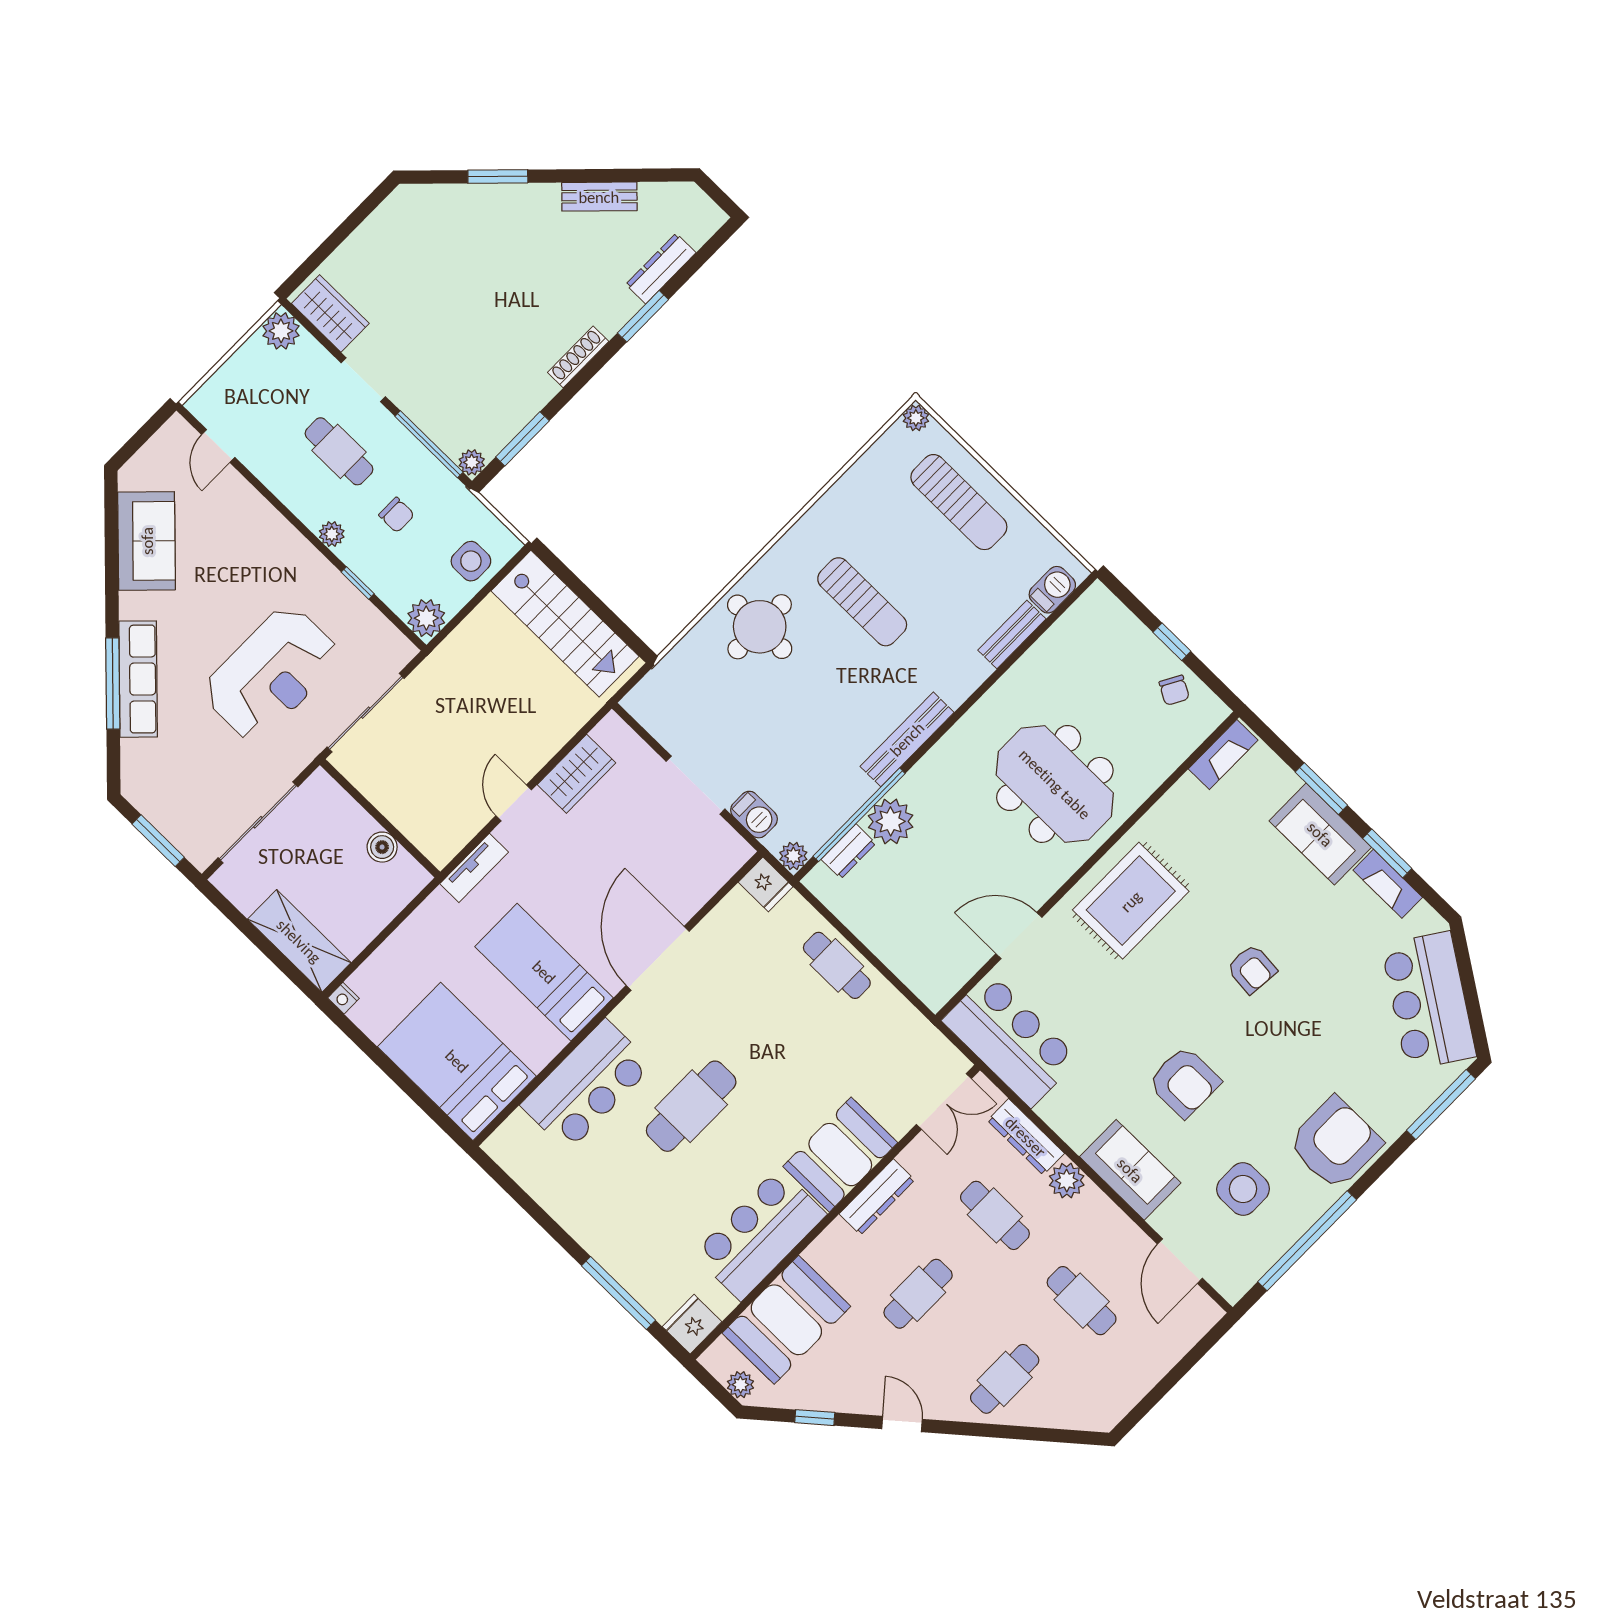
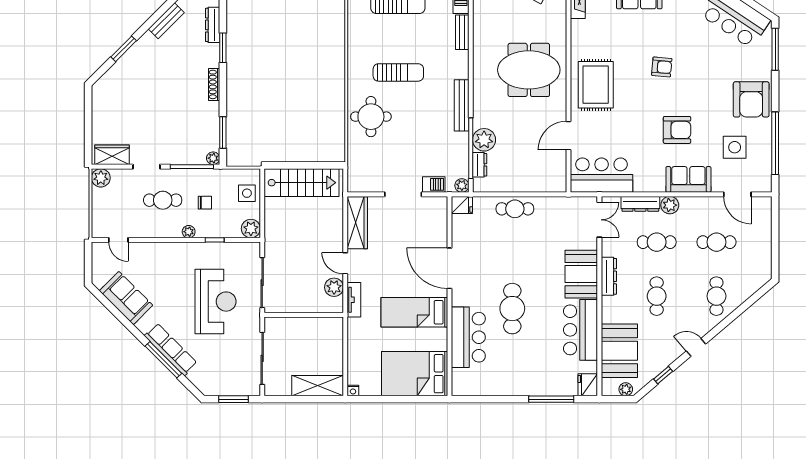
wardrobe: (576, 774) -> (357, 223), width x1.50
plant: (463, 821) -> (334, 287), added
boiler: (382, 847) -> (314, 324), removed
armchair: (1335, 1143) -> (751, 99), turned 180

